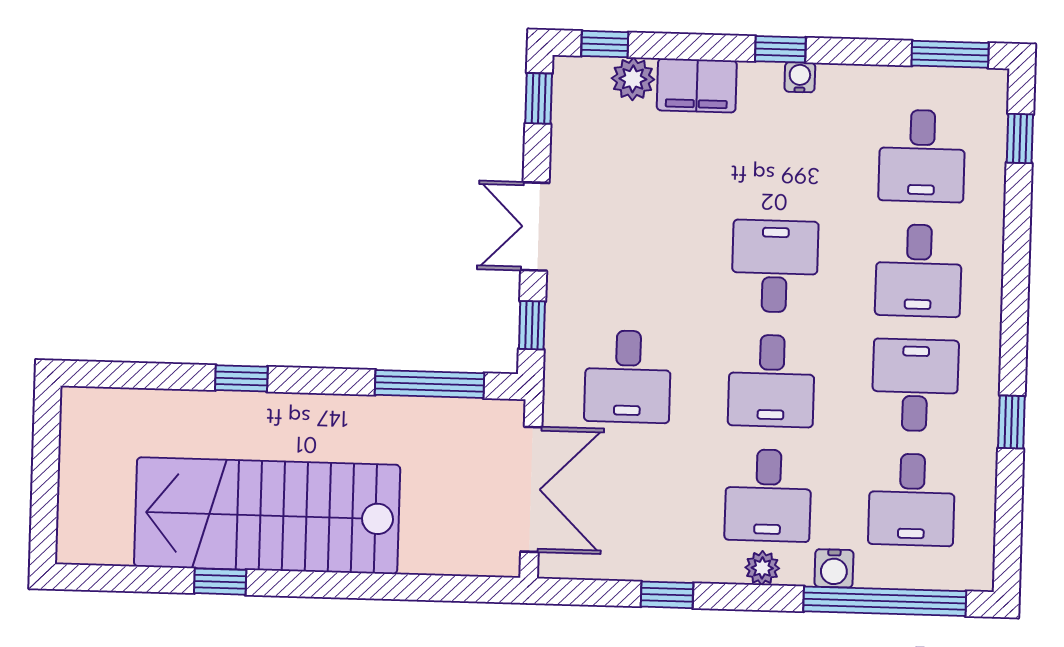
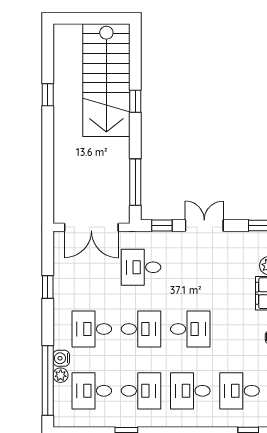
desk: (771, 381) -> (141, 329), turned 180
stairs: (267, 516) -> (106, 80), moved, turned 180
plant: (762, 568) -> (61, 375), moved

